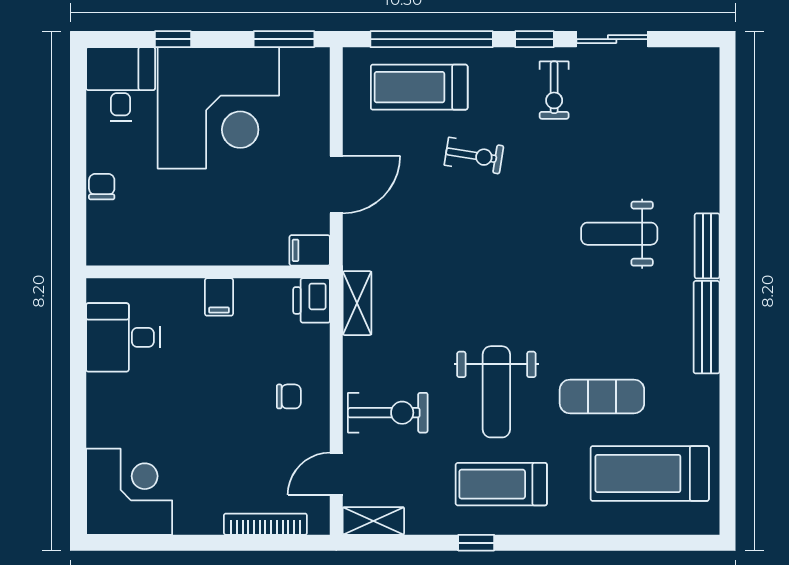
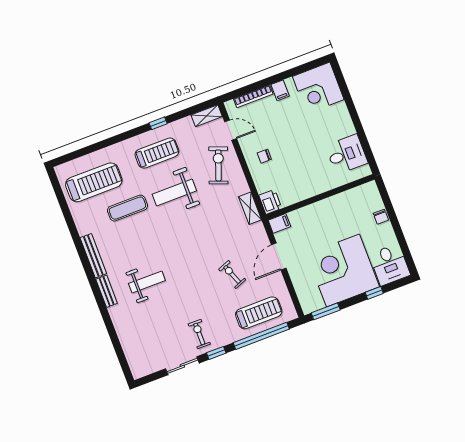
exercise bike: (474, 156) -> (232, 274), moved, turned 60
filing cabinet: (219, 297) -> (280, 90), moved, turned 180
weight bench: (496, 392) -> (174, 193), turned -90
exercise bike: (388, 413) -> (218, 165), turned 110
door: (336, 474) -> (231, 130), hinge flipped

